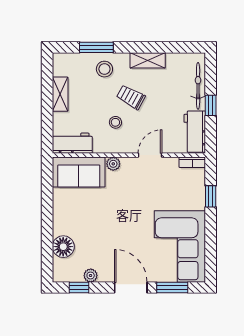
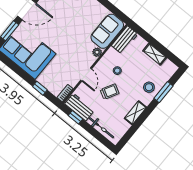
trolley: (131, 97) -> (110, 92), moved
window: (211, 105) -> (75, 117), moved

